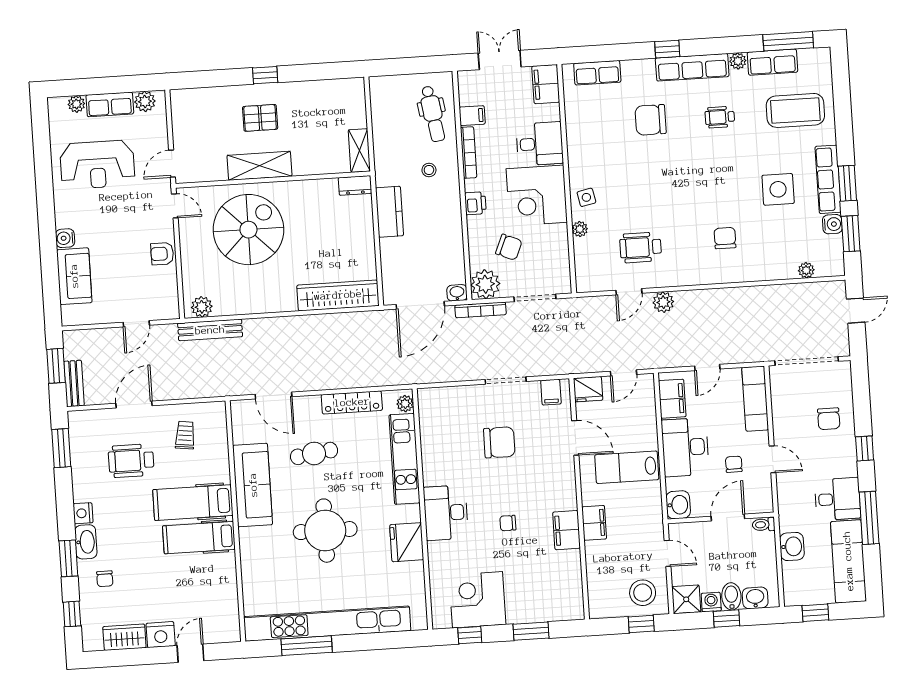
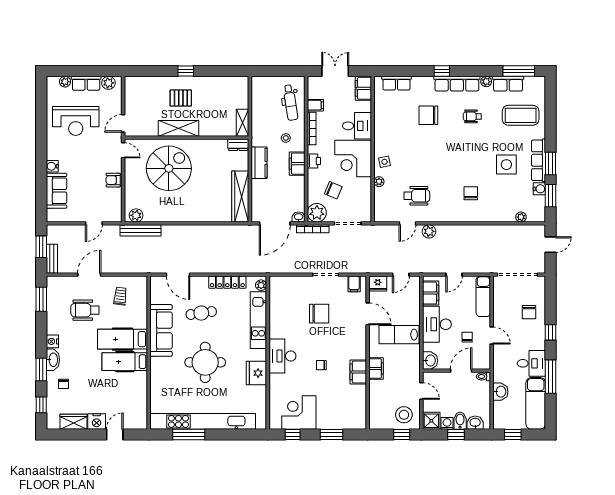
filing cabinet: (449, 209) -> (297, 164), added
wheelchair: (641, 247) -> (417, 196), turned 180
wardrobe: (338, 295) -> (240, 196), moved, turned -90

